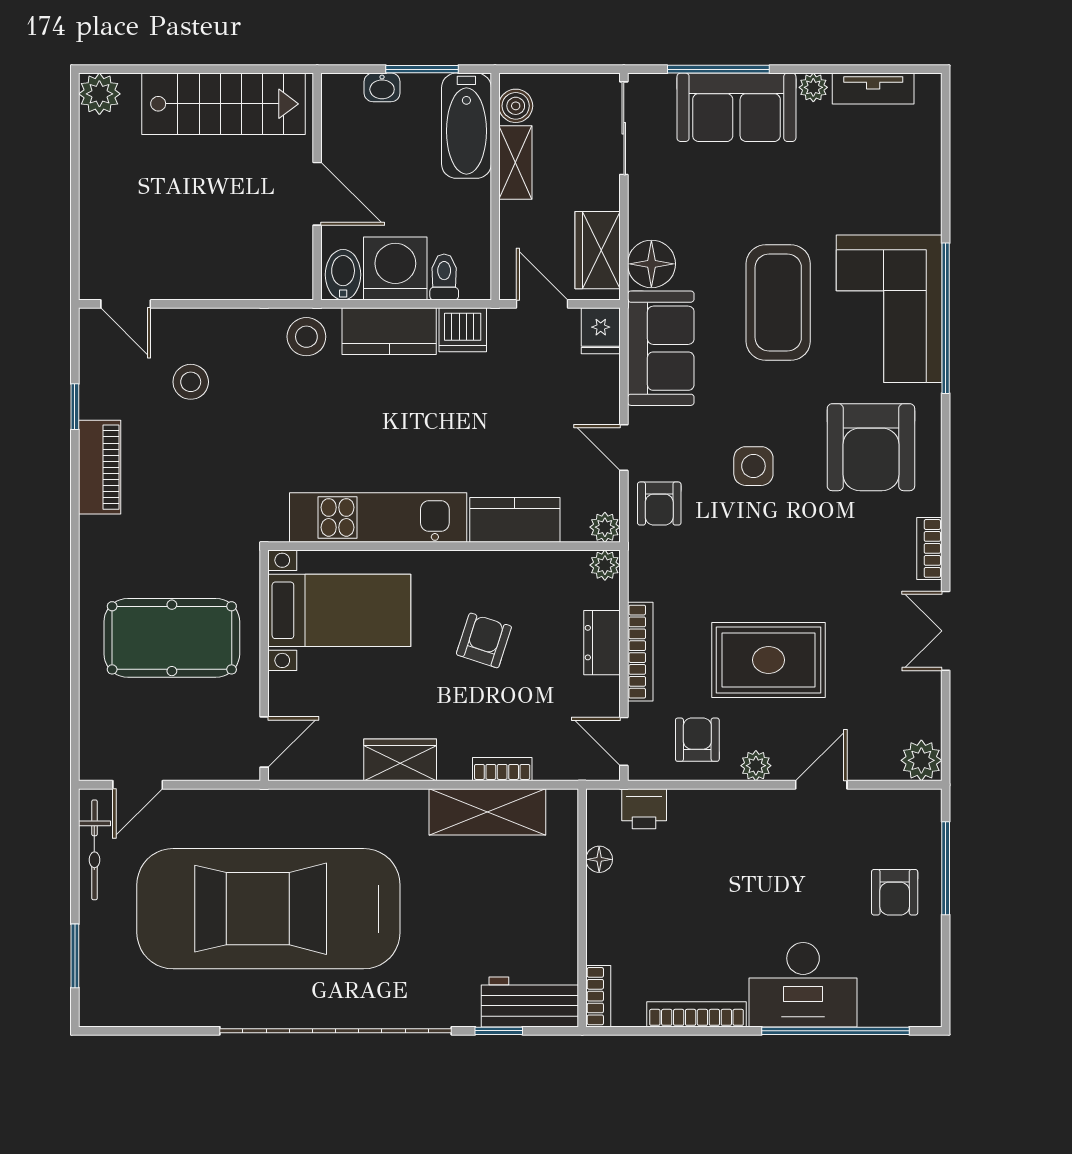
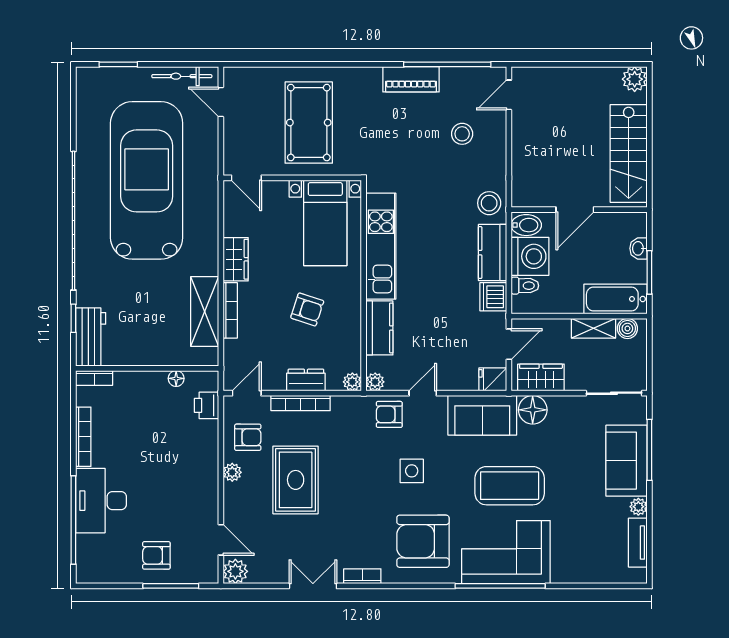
window: (75, 407) -> (447, 64), width x3.17
bookcase: (502, 769) -> (230, 310), width x1.56
door: (821, 785) -> (221, 540), moved

